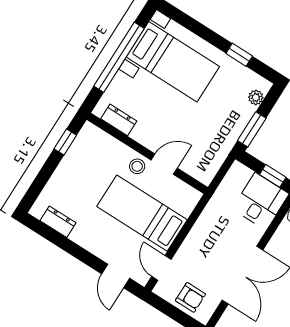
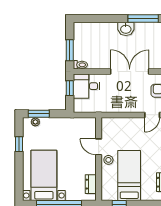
window: (252, 129) -> (39, 114), moved
bed: (142, 213) -> (129, 175), moved, turned 180

